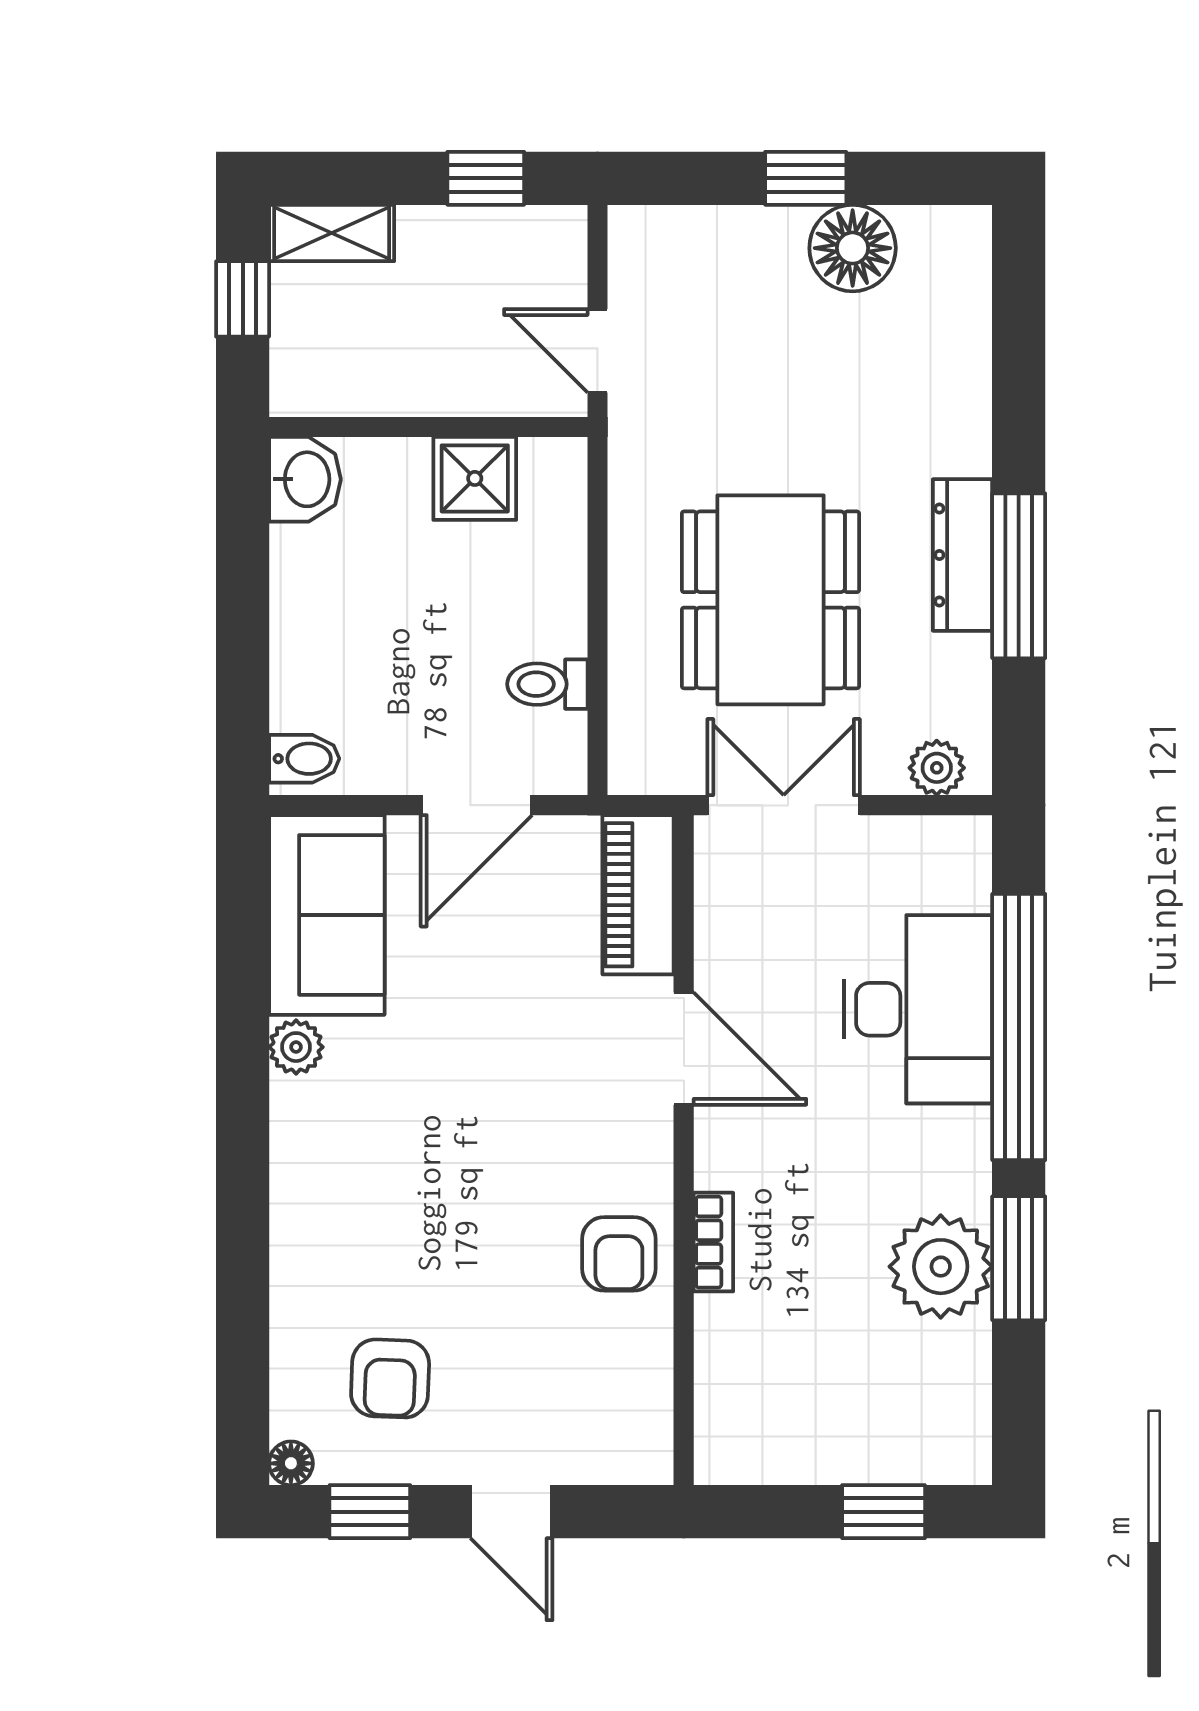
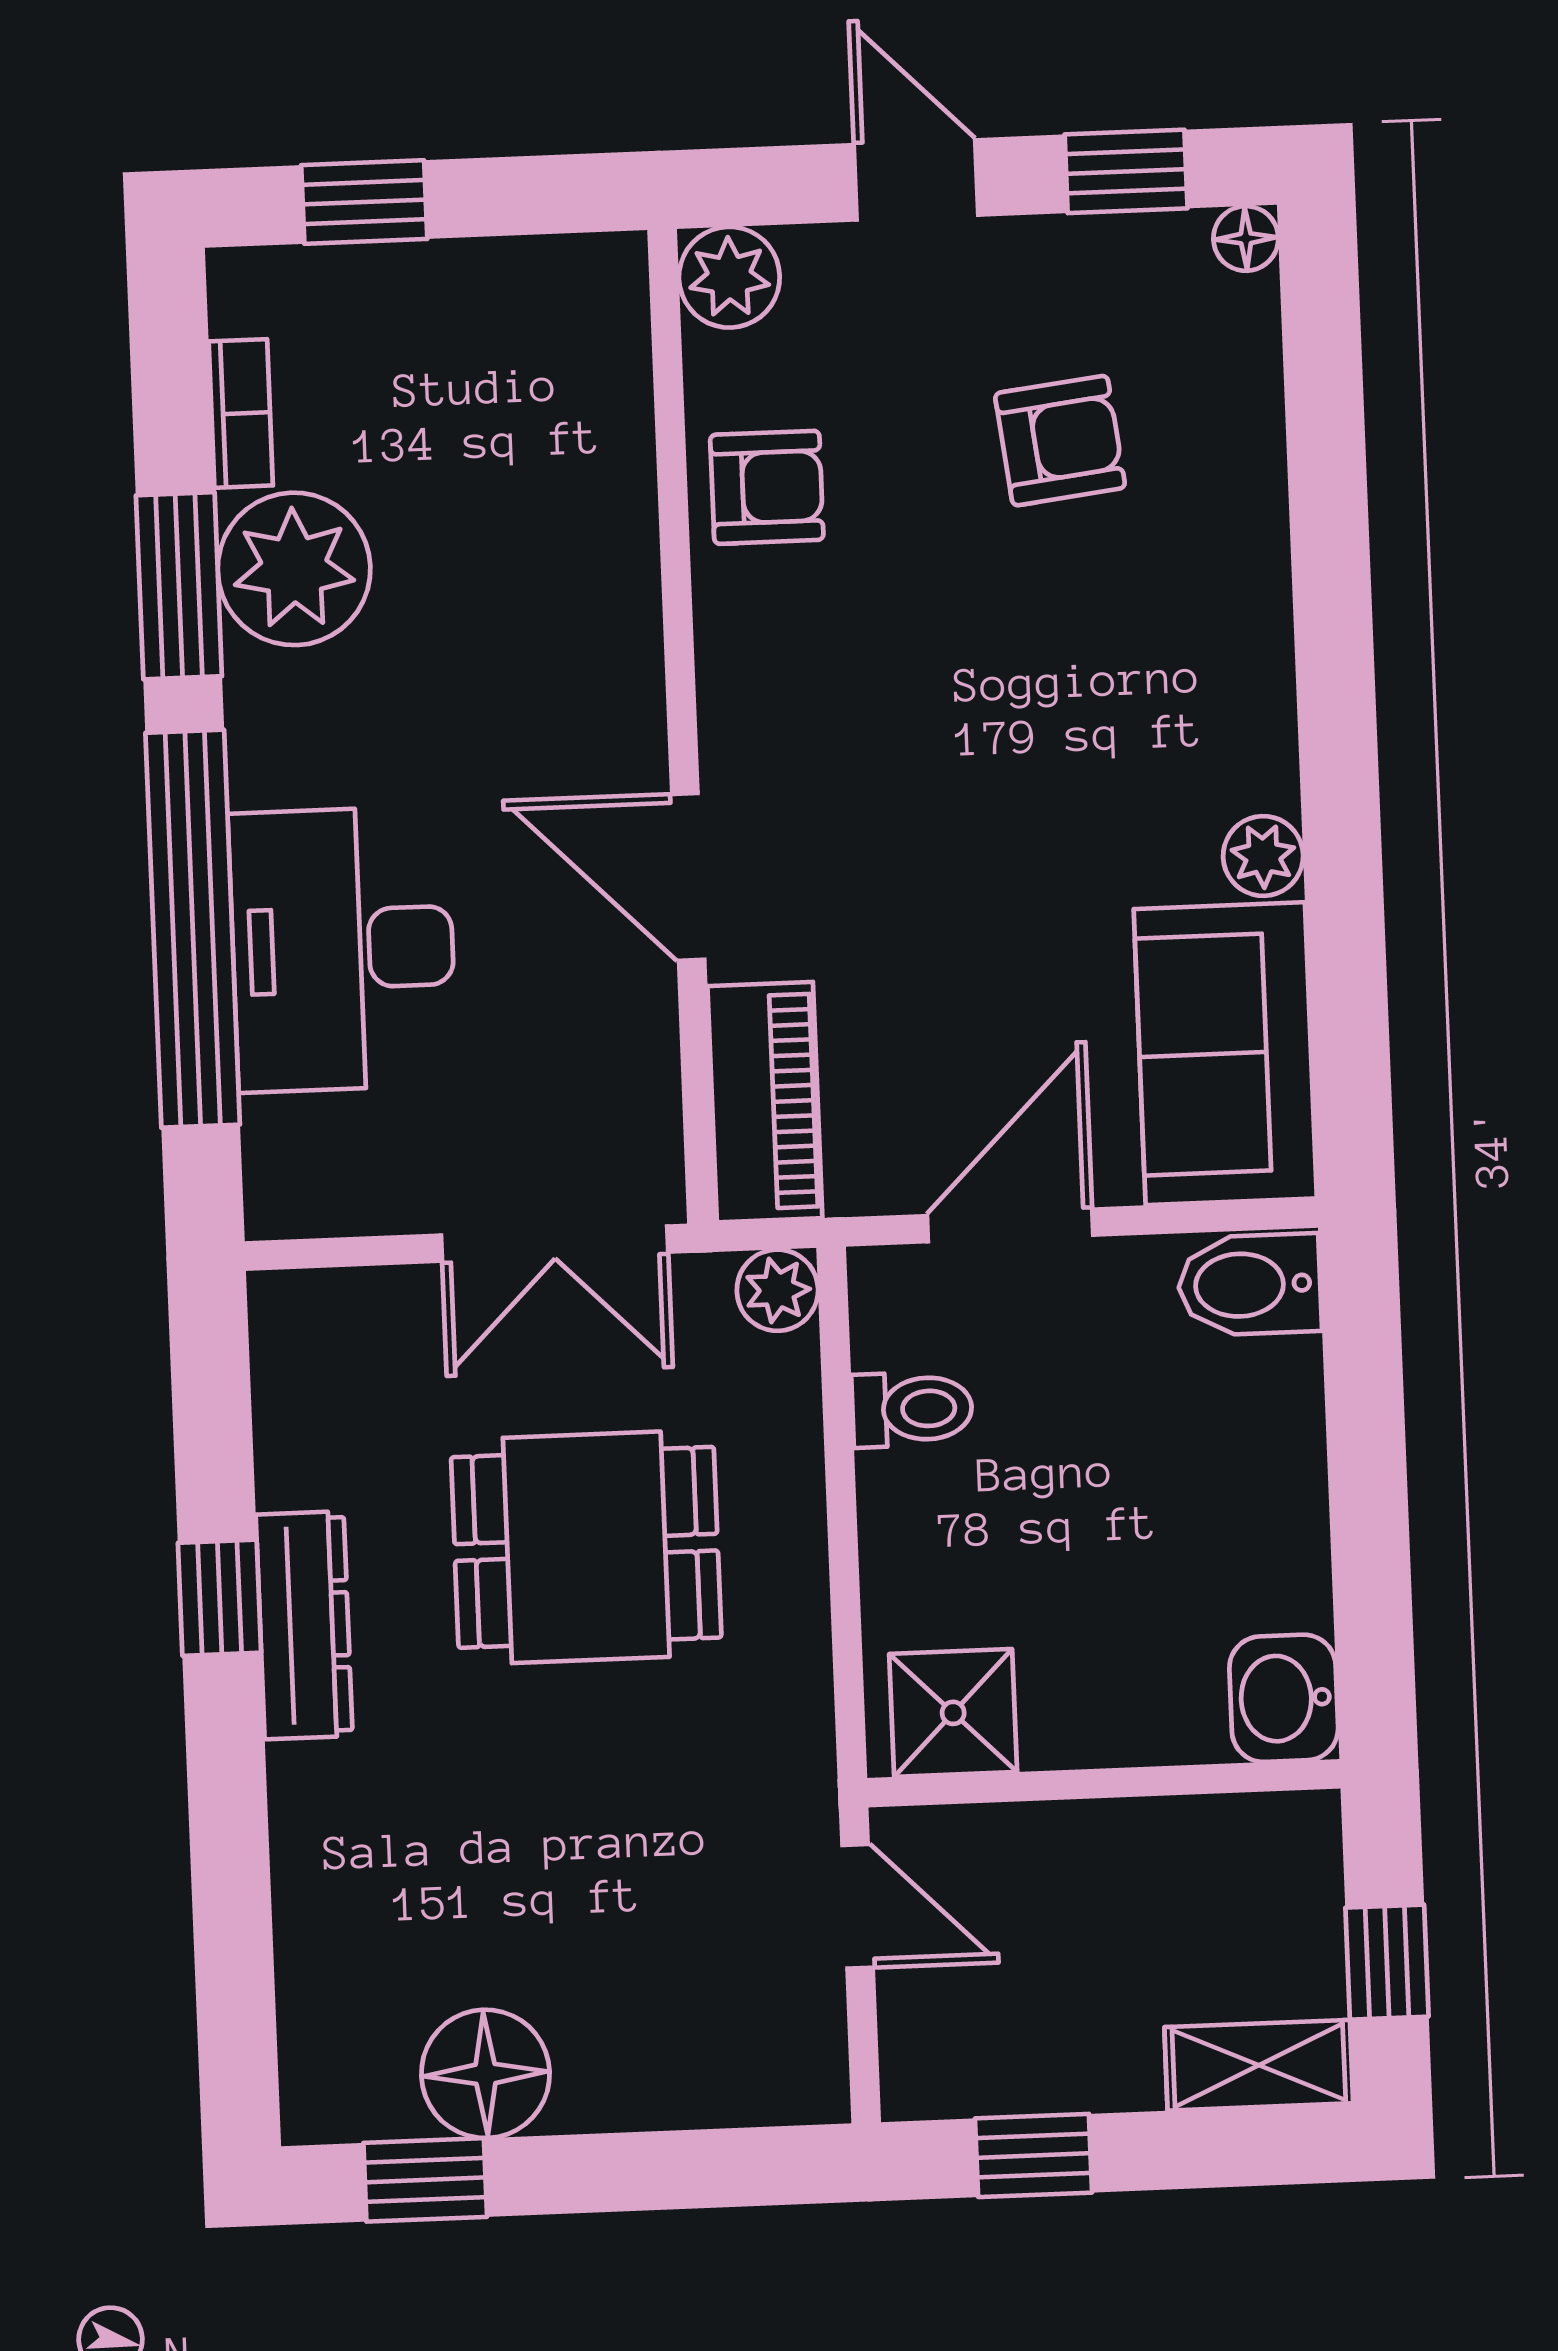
window: (806, 178) -> (425, 2180), moved
shower: (475, 478) -> (953, 1713), moved
window: (1019, 576) -> (220, 1598), width x0.46
dining table: (770, 600) -> (586, 1547), width x0.73
bidet: (304, 759) -> (1249, 1285), width x1.38, depth x1.36
plant: (937, 768) -> (777, 1290), moved
bookcase: (713, 1242) -> (241, 413), moved, turned 180
armchair: (619, 1254) -> (767, 487), moved, turned 90
armchair: (390, 1378) -> (1060, 441), moved, turned 81
plant: (640, 1451) -> (729, 277), added

